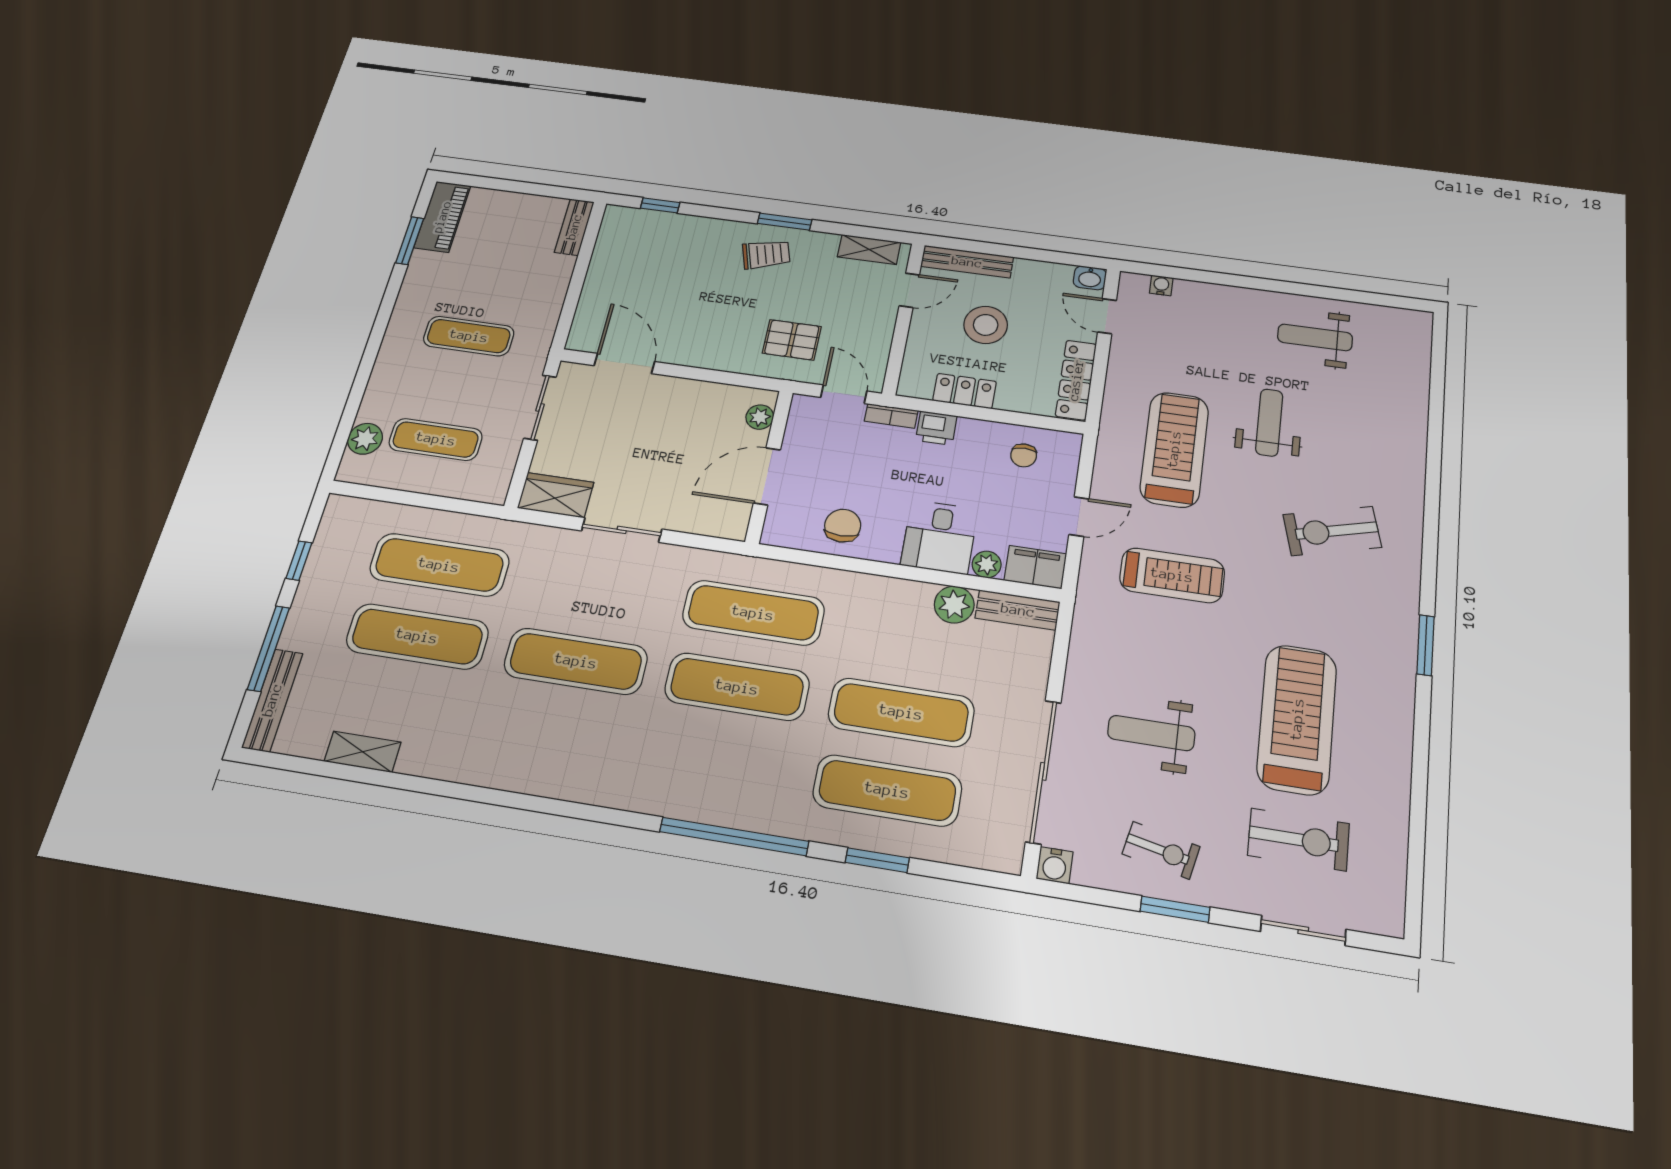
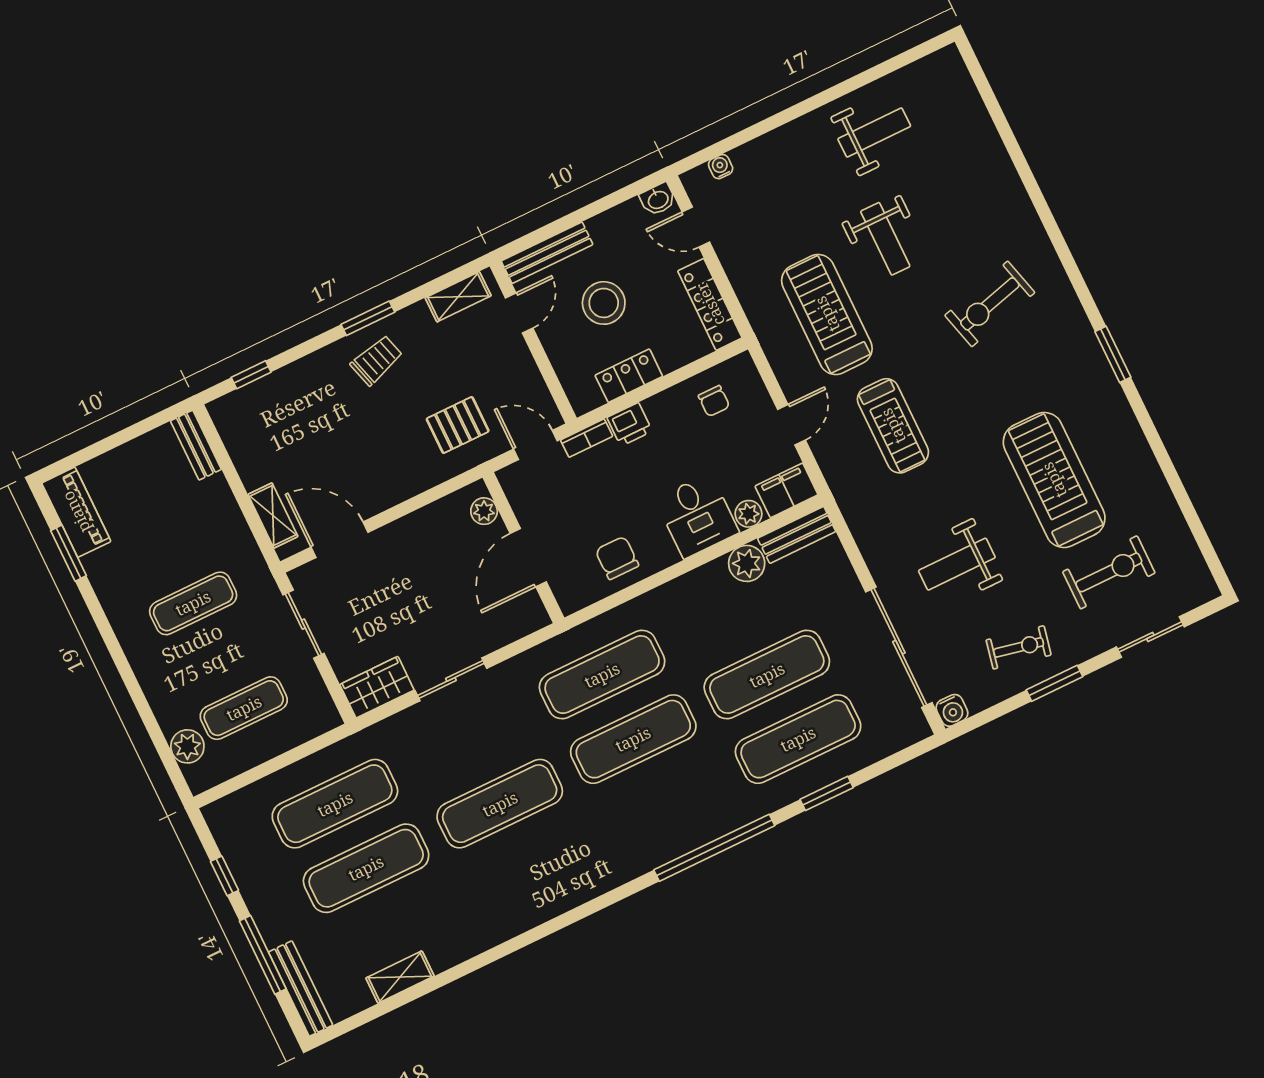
shelving: (588, 313) -> (273, 515), added
weight bench: (1315, 337) -> (874, 132), turned 180
weight bench: (1269, 422) -> (885, 239), turned 180
treadmill: (1172, 575) -> (893, 426), turned 90

